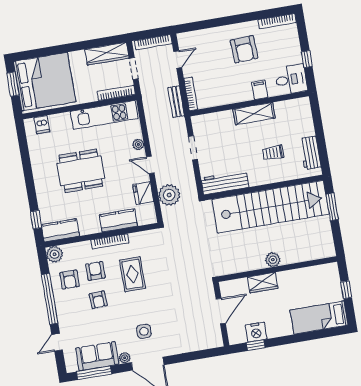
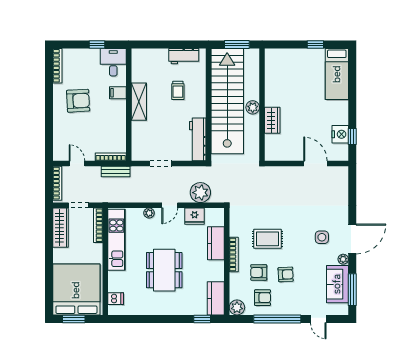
plant: (273, 260) -> (253, 107), moved
wall: (277, 269) -> (262, 105), moved
wardrobe: (263, 283) -> (272, 120), moved

